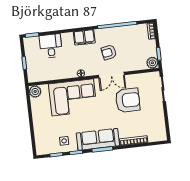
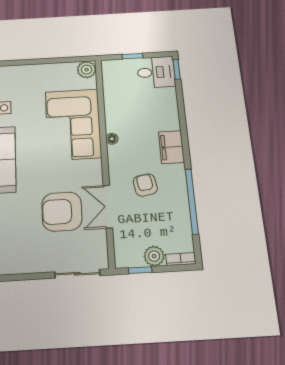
desk: (51, 46) -> (156, 72), moved
plant: (152, 63) -> (154, 256), moved
double door: (111, 75) -> (108, 207), moved
armchair: (128, 100) -> (62, 212), turned 90

